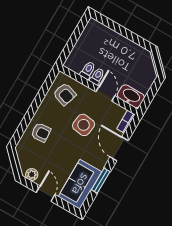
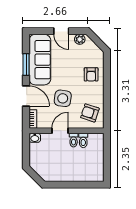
door: (105, 94) -> (60, 131), swing flipped
washbasin: (131, 96) -> (35, 138), width x0.52, depth x0.69
armchair: (41, 132) -> (91, 74), turned -86
sofa: (80, 184) -> (40, 60), width x1.36

